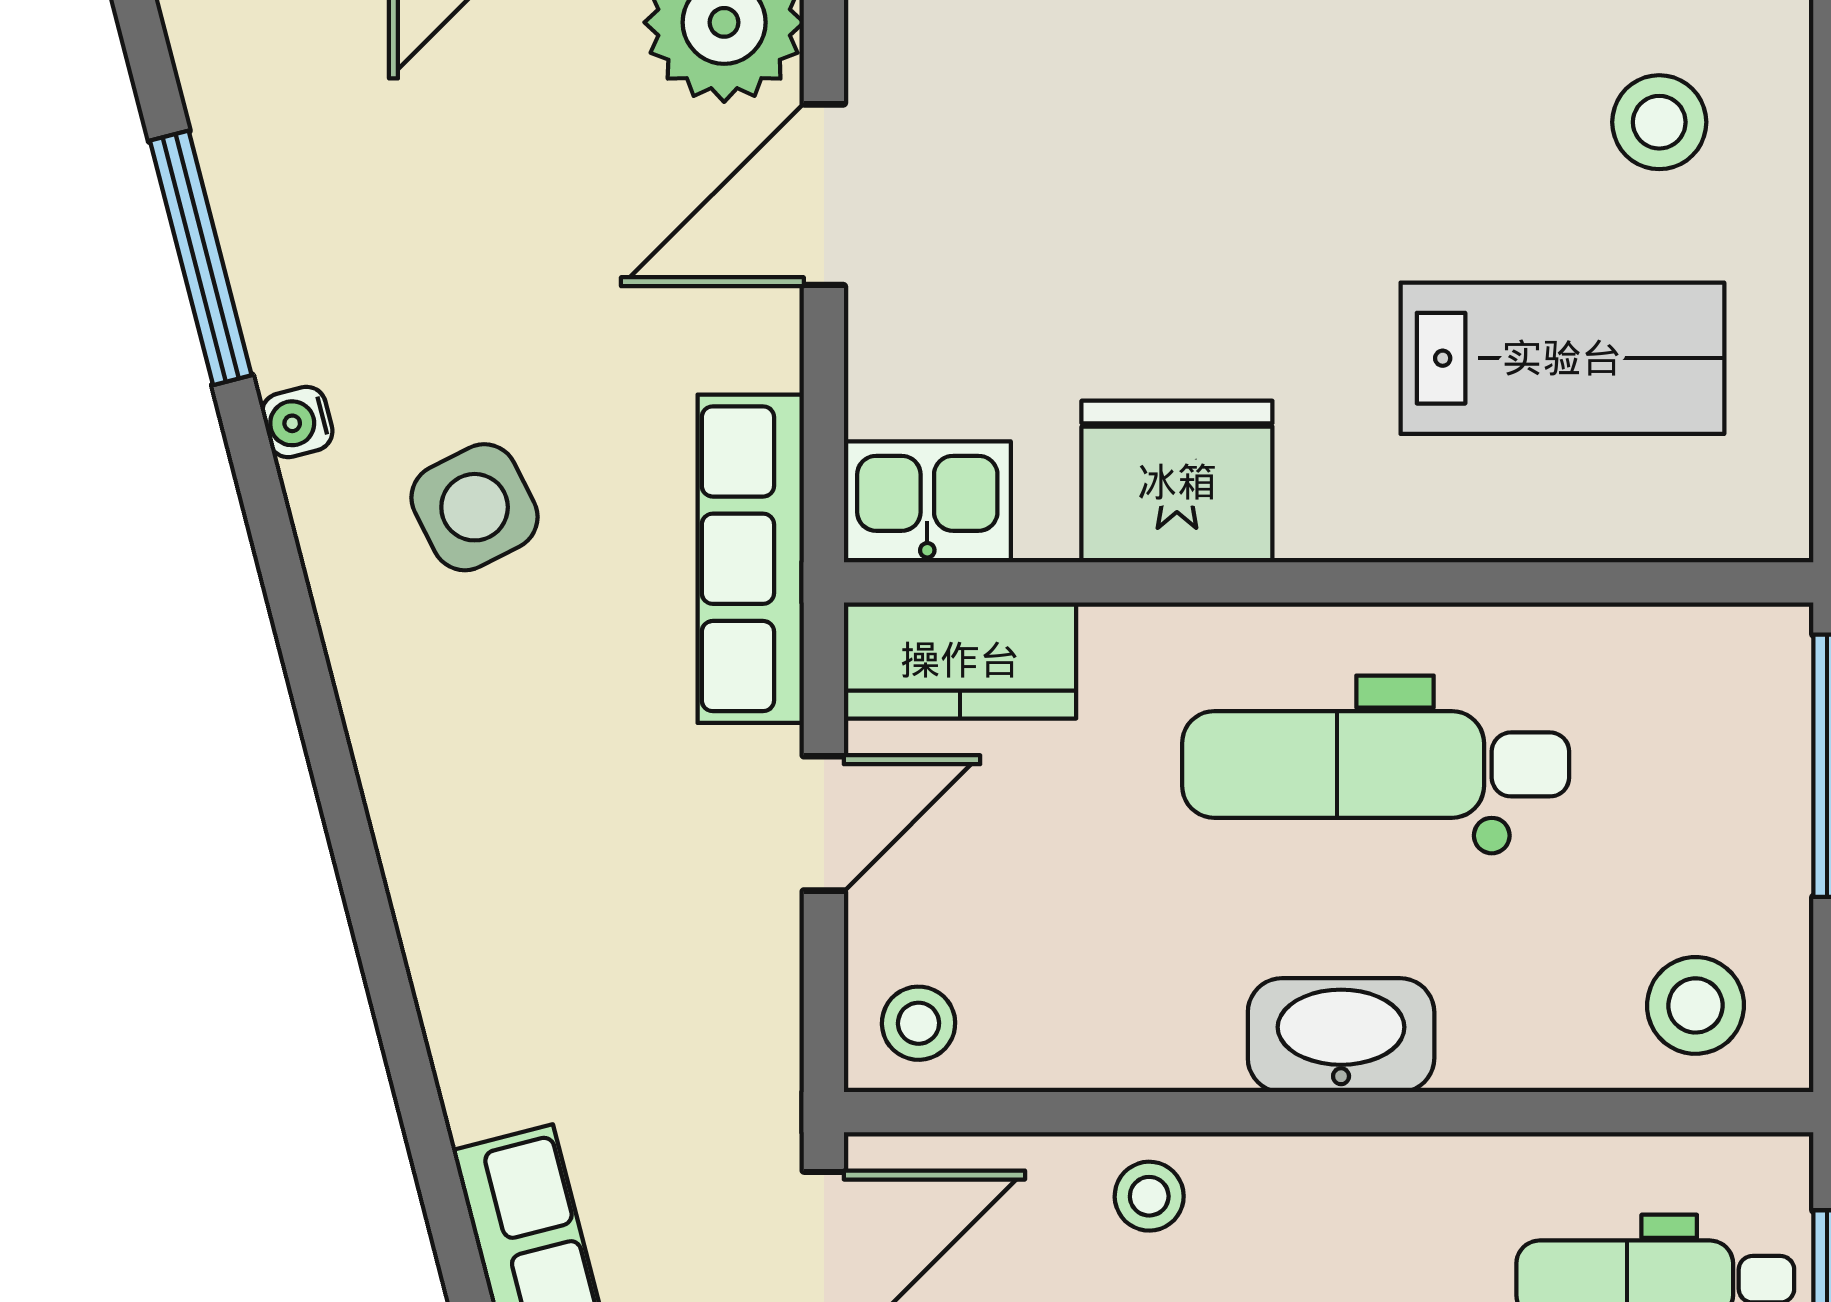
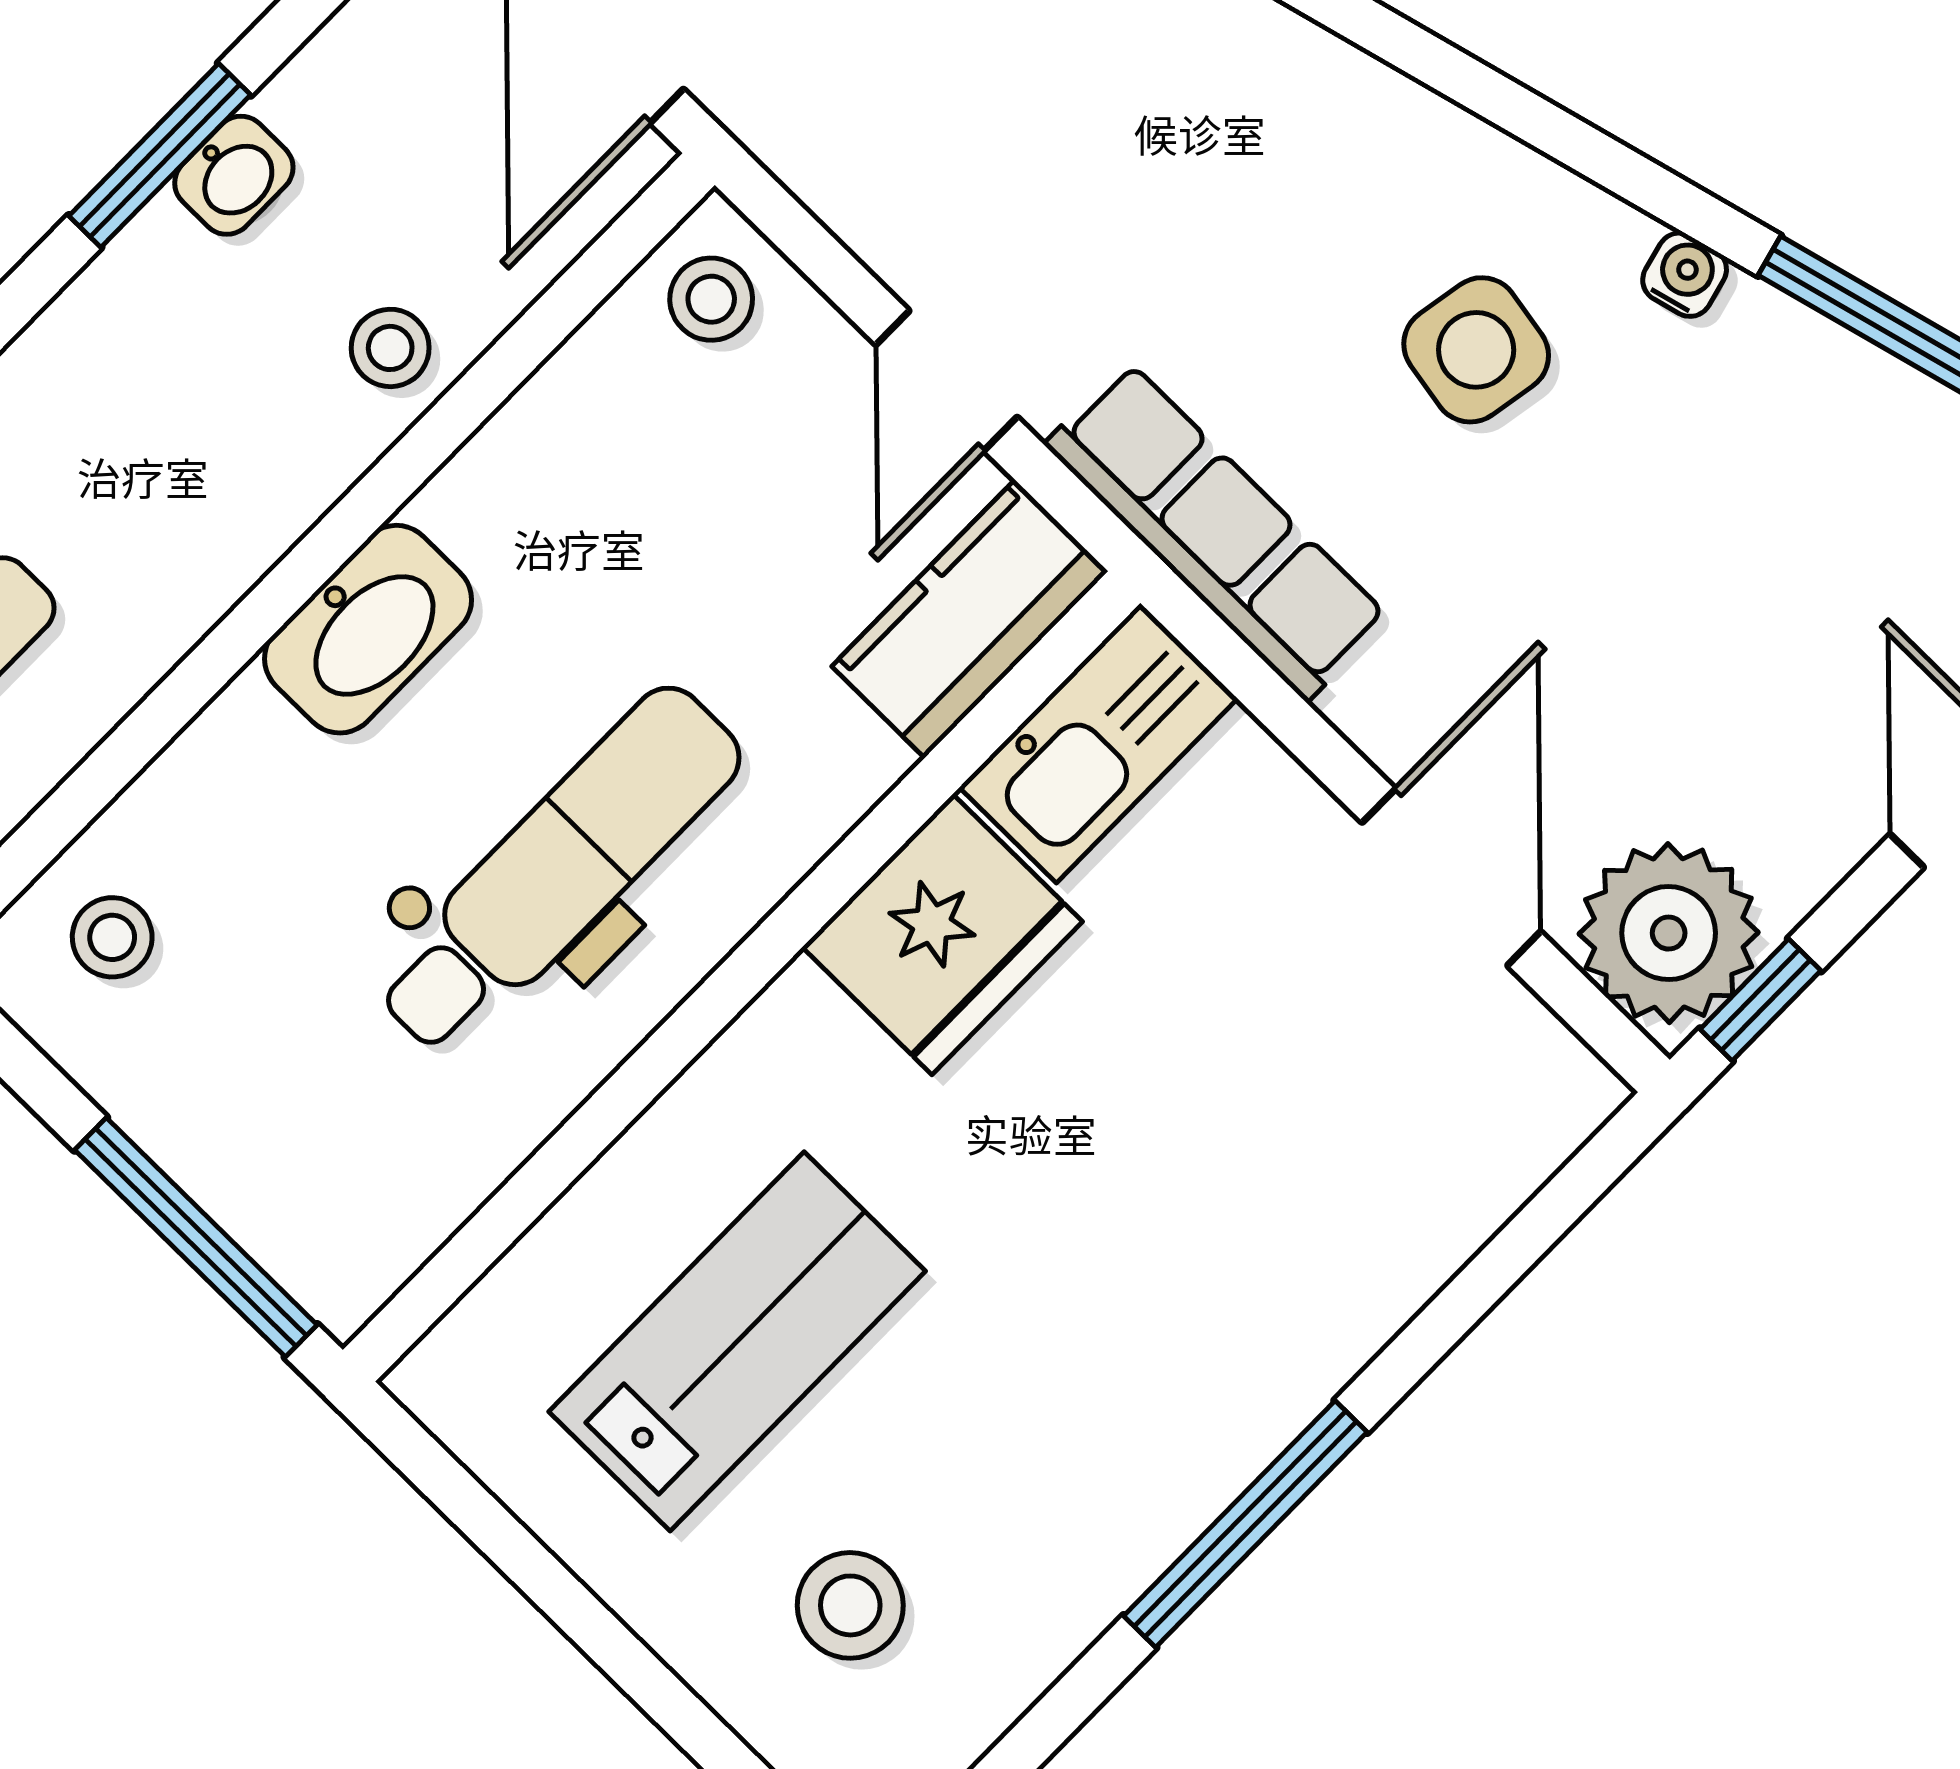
lab bench: (1562, 358) -> (737, 1341), turned 180
kitchen sink: (927, 502) -> (1098, 743), width x1.38
side table: (475, 507) -> (1476, 350), turned 37
stool: (1695, 1005) -> (112, 937), width x0.73, depth x0.73

